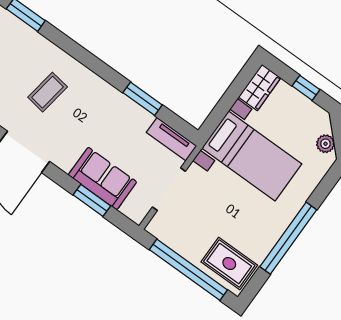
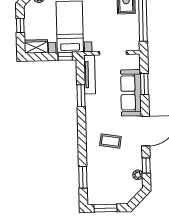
window: (215, 118) -> (65, 56), added
tv unit: (172, 139) -> (90, 74), width x1.41
sofa: (102, 179) -> (131, 93), width x1.36

